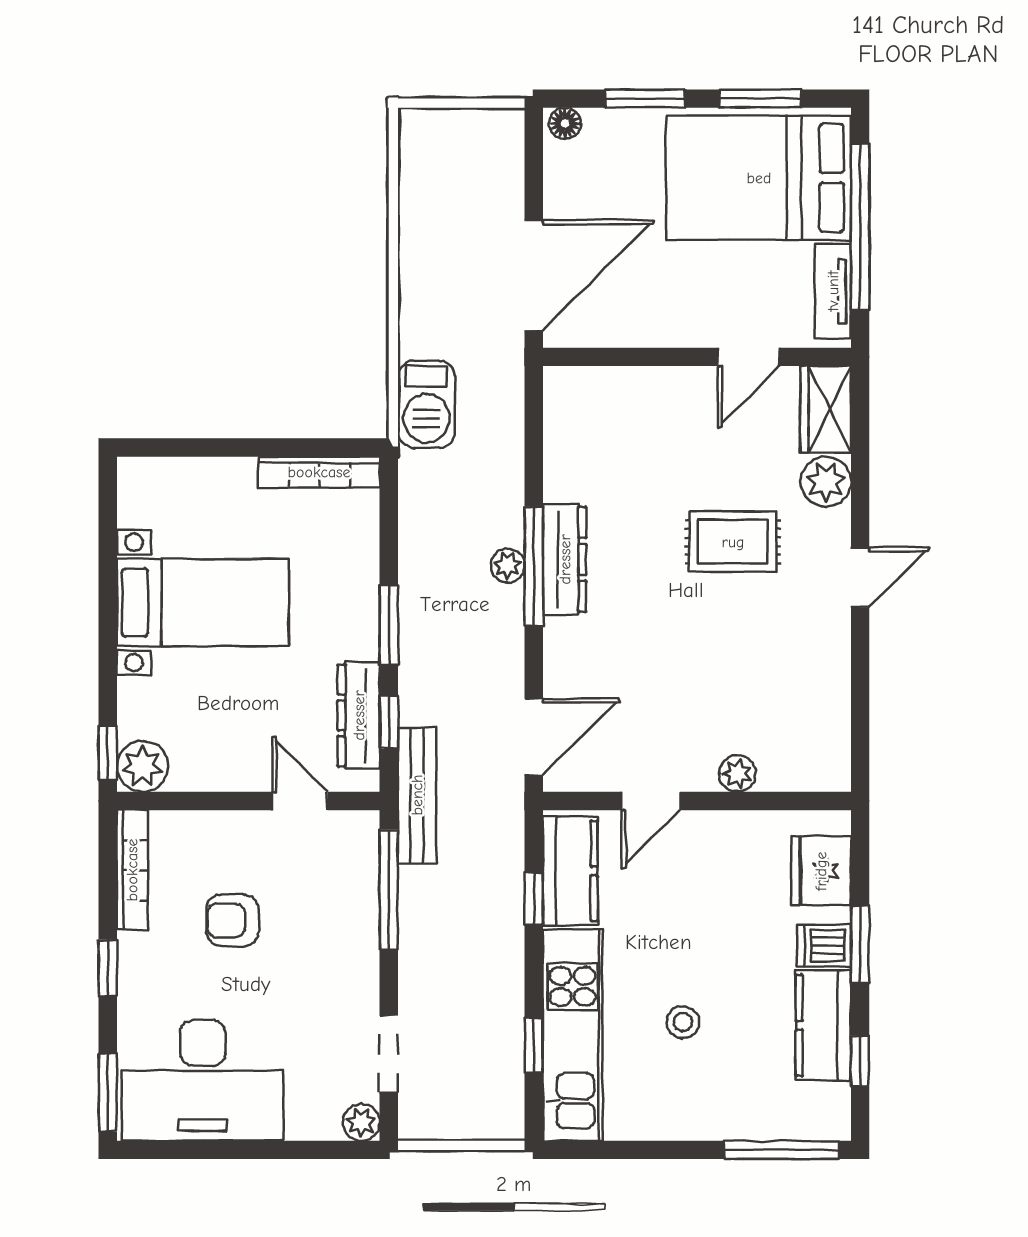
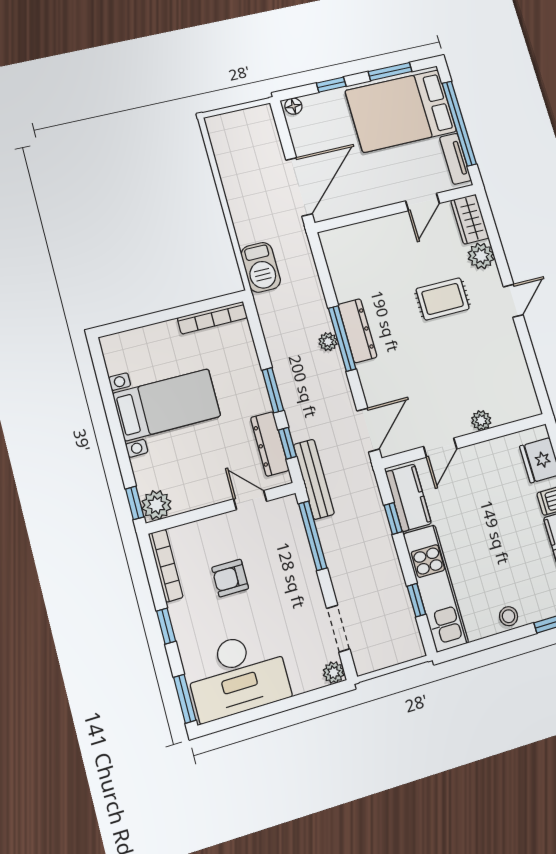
window: (645, 99) -> (331, 85), width x0.67
stool: (683, 1022) -> (509, 616), moved

